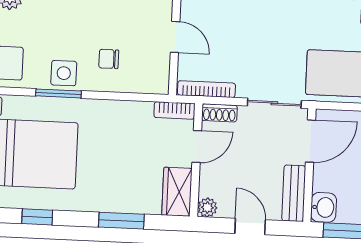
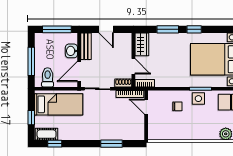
door: (175, 37) -> (146, 107), moved
door: (197, 147) -> (133, 66), swing flipped
washbasin: (324, 207) -> (71, 51), moved
plant: (207, 208) -> (127, 37), removed
window: (37, 217) -> (194, 29), moved

